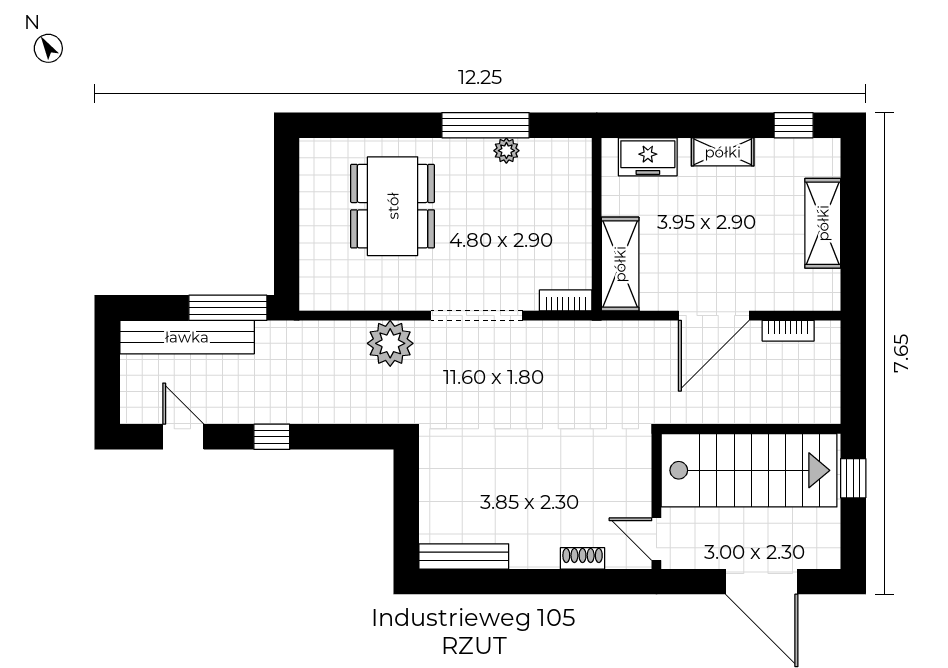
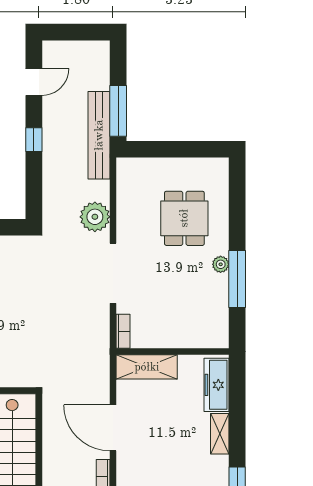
plant: (506, 151) -> (221, 264), moved
freezer: (648, 157) -> (217, 385), width x1.40
dining table: (393, 206) -> (184, 218), width x0.73
bench: (187, 337) -> (99, 135), moved

